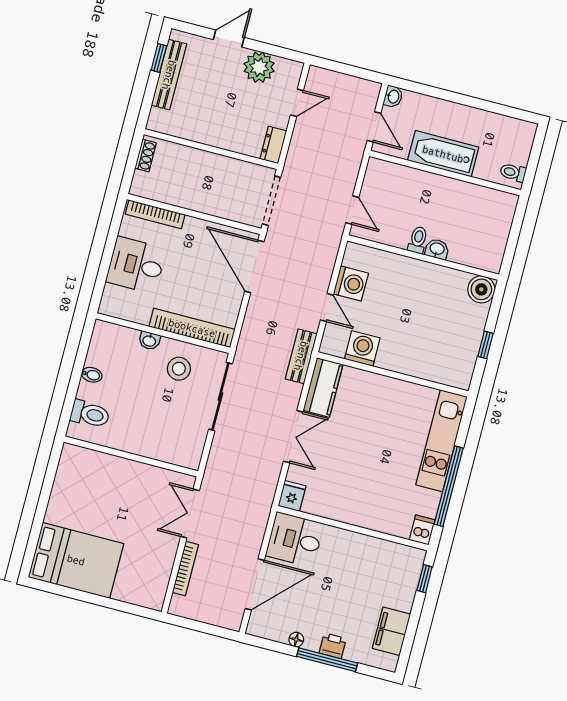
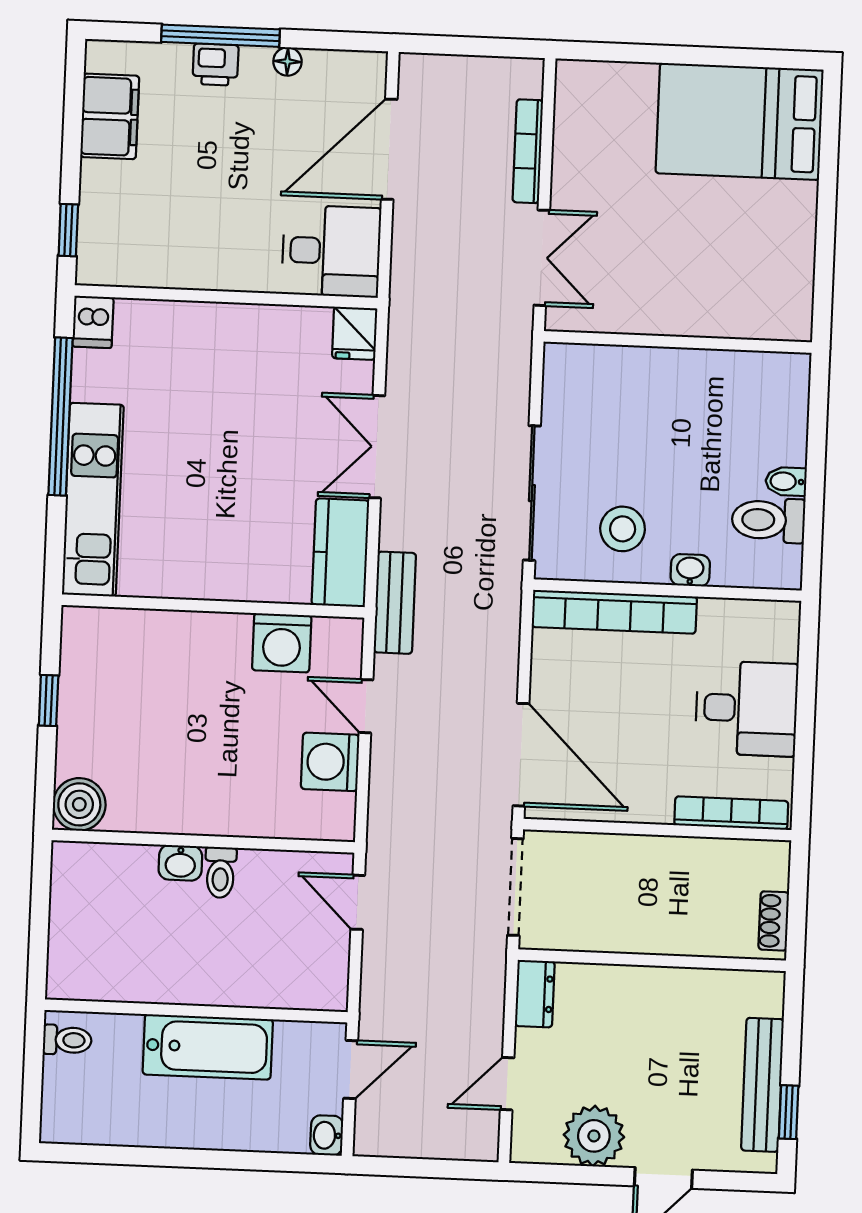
door: (374, 127) -> (351, 1070), swing flipped
toilet: (90, 414) -> (768, 520), moved

